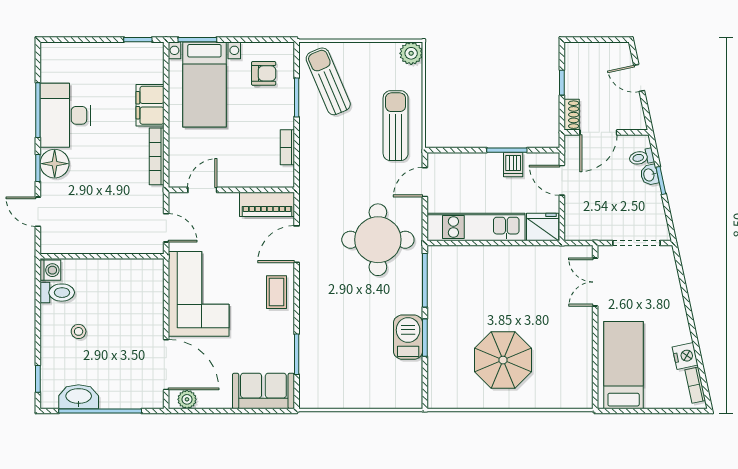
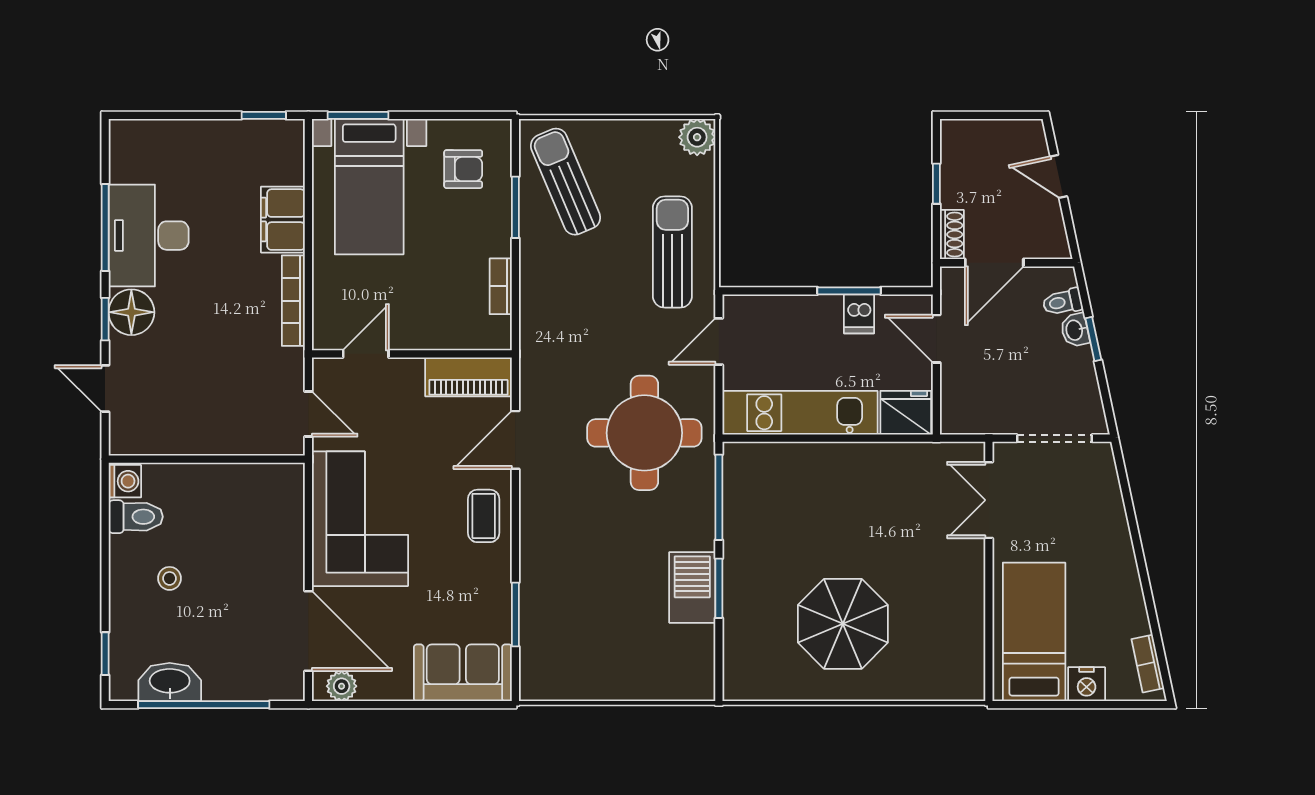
nightstand: (685, 356) -> (1087, 684), moved, turned 102

